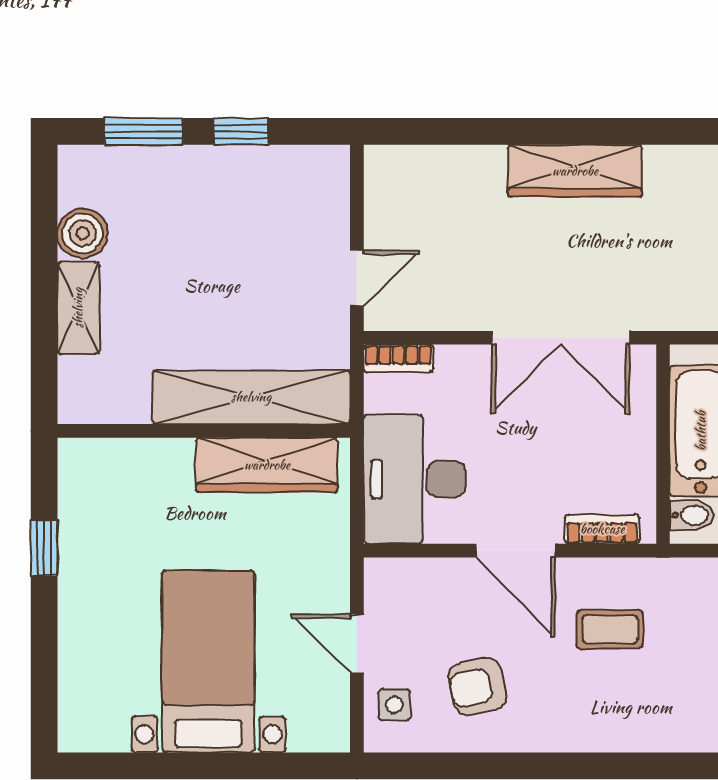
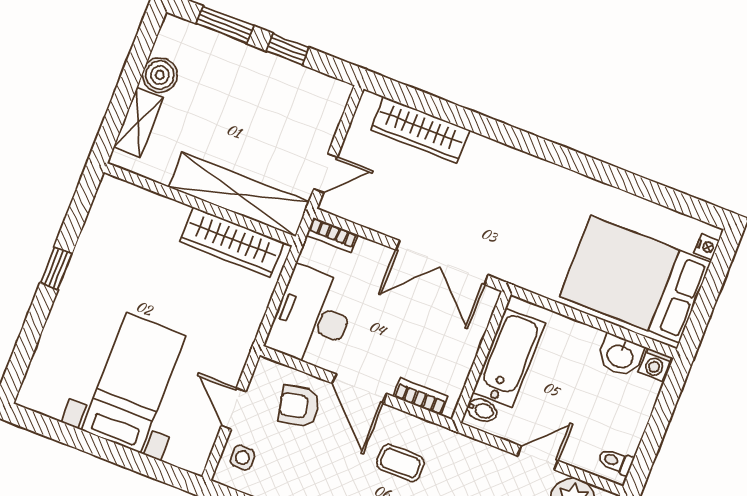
wardrobe: (575, 171) -> (420, 130), moved
shelving: (251, 397) -> (239, 195), moved
wall: (204, 431) -> (200, 204), moved
wardrobe: (267, 465) -> (232, 242), moved
armchair: (477, 687) -> (299, 406), moved

